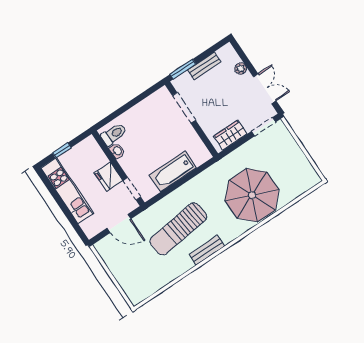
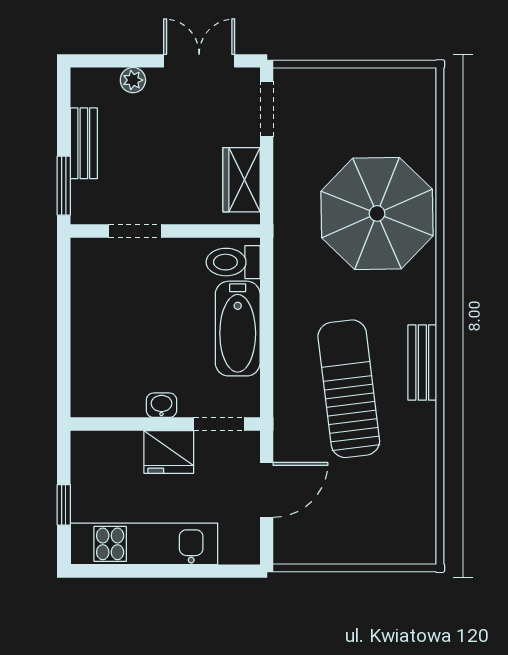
doorway: (184, 108) -> (135, 231), width x0.73
toilet: (114, 134) -> (233, 262), moved, turned -90
washbasin: (117, 151) -> (161, 405), moved
sun lounger: (178, 229) -> (349, 389), turned 180

